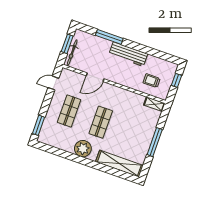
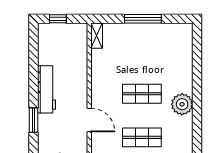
window: (109, 37) -> (33, 120), width x0.69
trolley: (152, 81) -> (69, 49), removed
shelving: (119, 164) -> (185, 53), removed

